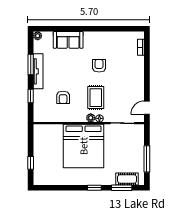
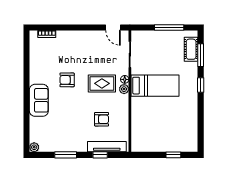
sofa: (68, 40) -> (39, 100), moved
tv unit: (38, 71) -> (107, 147), moved
bed: (84, 146) -> (155, 86), width x0.49

